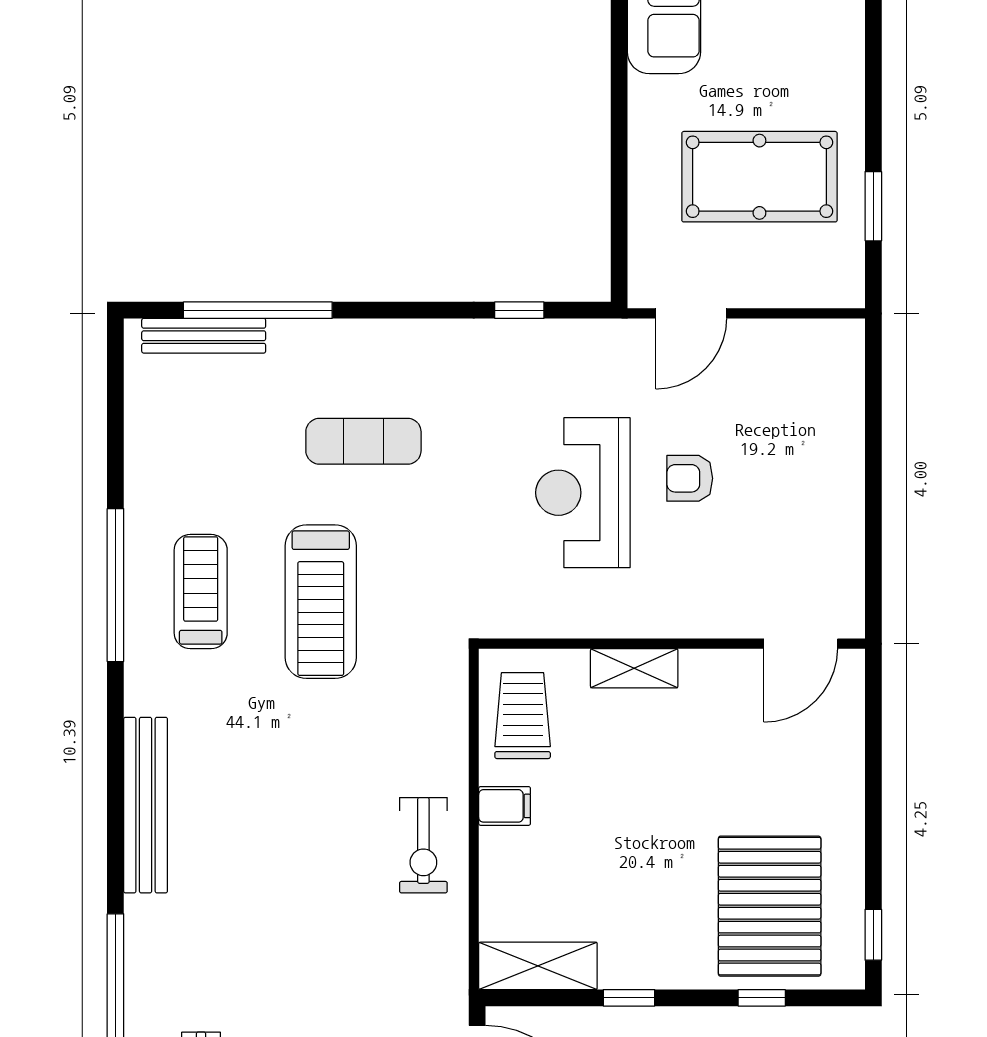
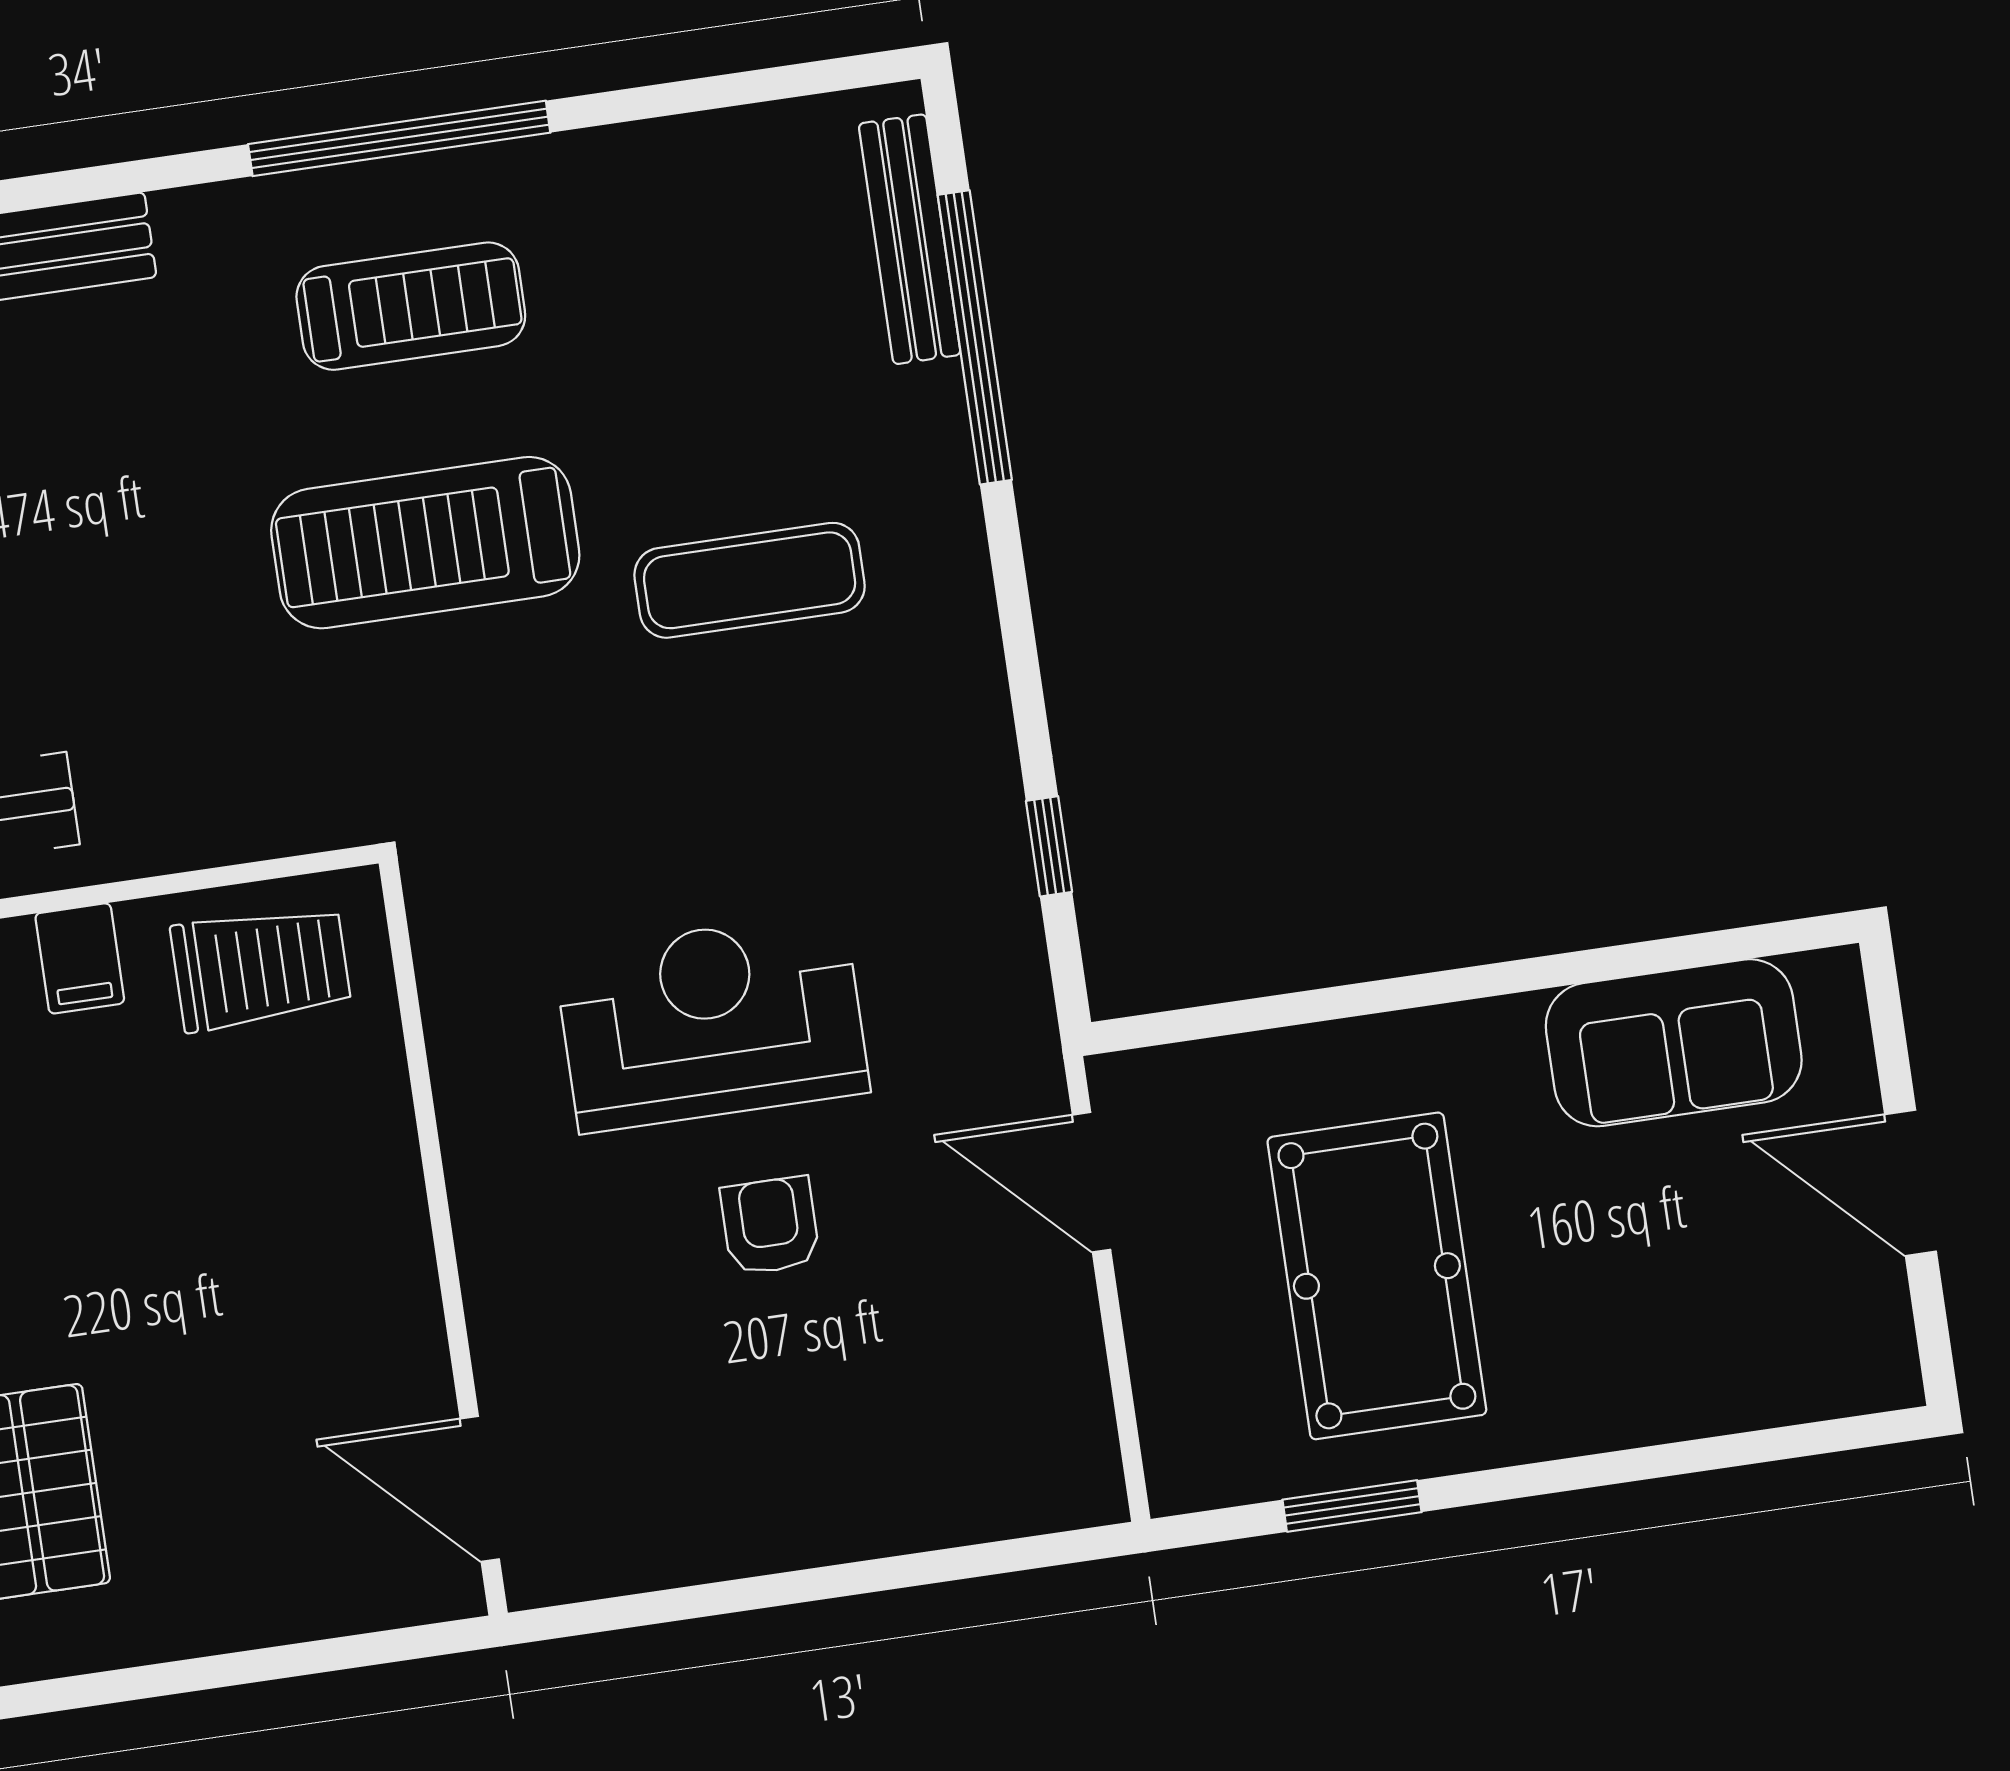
exercise mat: (363, 441) -> (750, 580), turned 90
shelving: (634, 668) -> (385, 1172), removed

